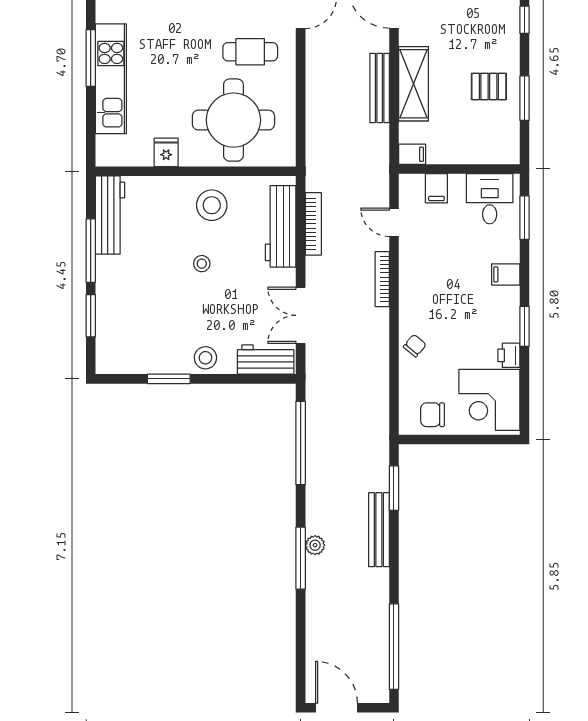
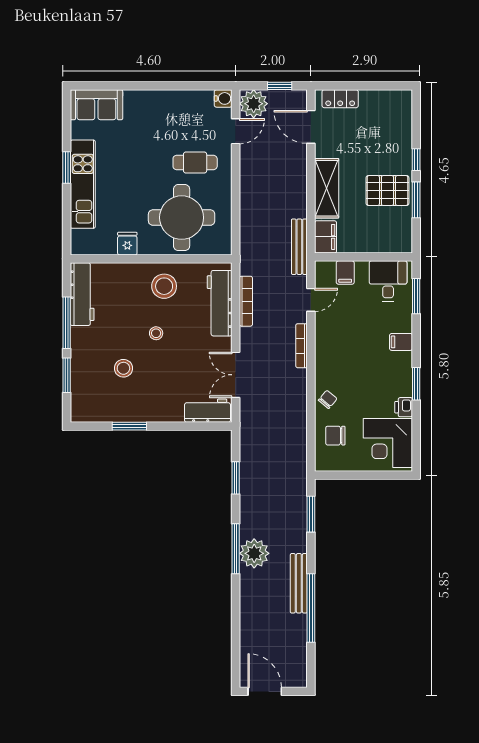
window: (525, 20) -> (416, 160), moved
window: (91, 58) -> (67, 168), width x0.69
pallet: (489, 87) -> (387, 191), width x1.50, depth x1.42
bench: (380, 88) -> (299, 247), moved
filing cabinet: (412, 154) -> (326, 237), width x2.00
door: (394, 222) -> (311, 300), swing flipped
stool: (205, 358) -> (123, 368), moved
chair: (433, 415) -> (335, 436), moved
window: (301, 443) -> (236, 478), width x0.47
bench: (379, 530) -> (299, 583), moved
plant: (315, 545) -> (254, 553), width x1.87, depth x1.87
window: (301, 558) -> (236, 549), moved
window: (394, 647) -> (311, 608), moved

